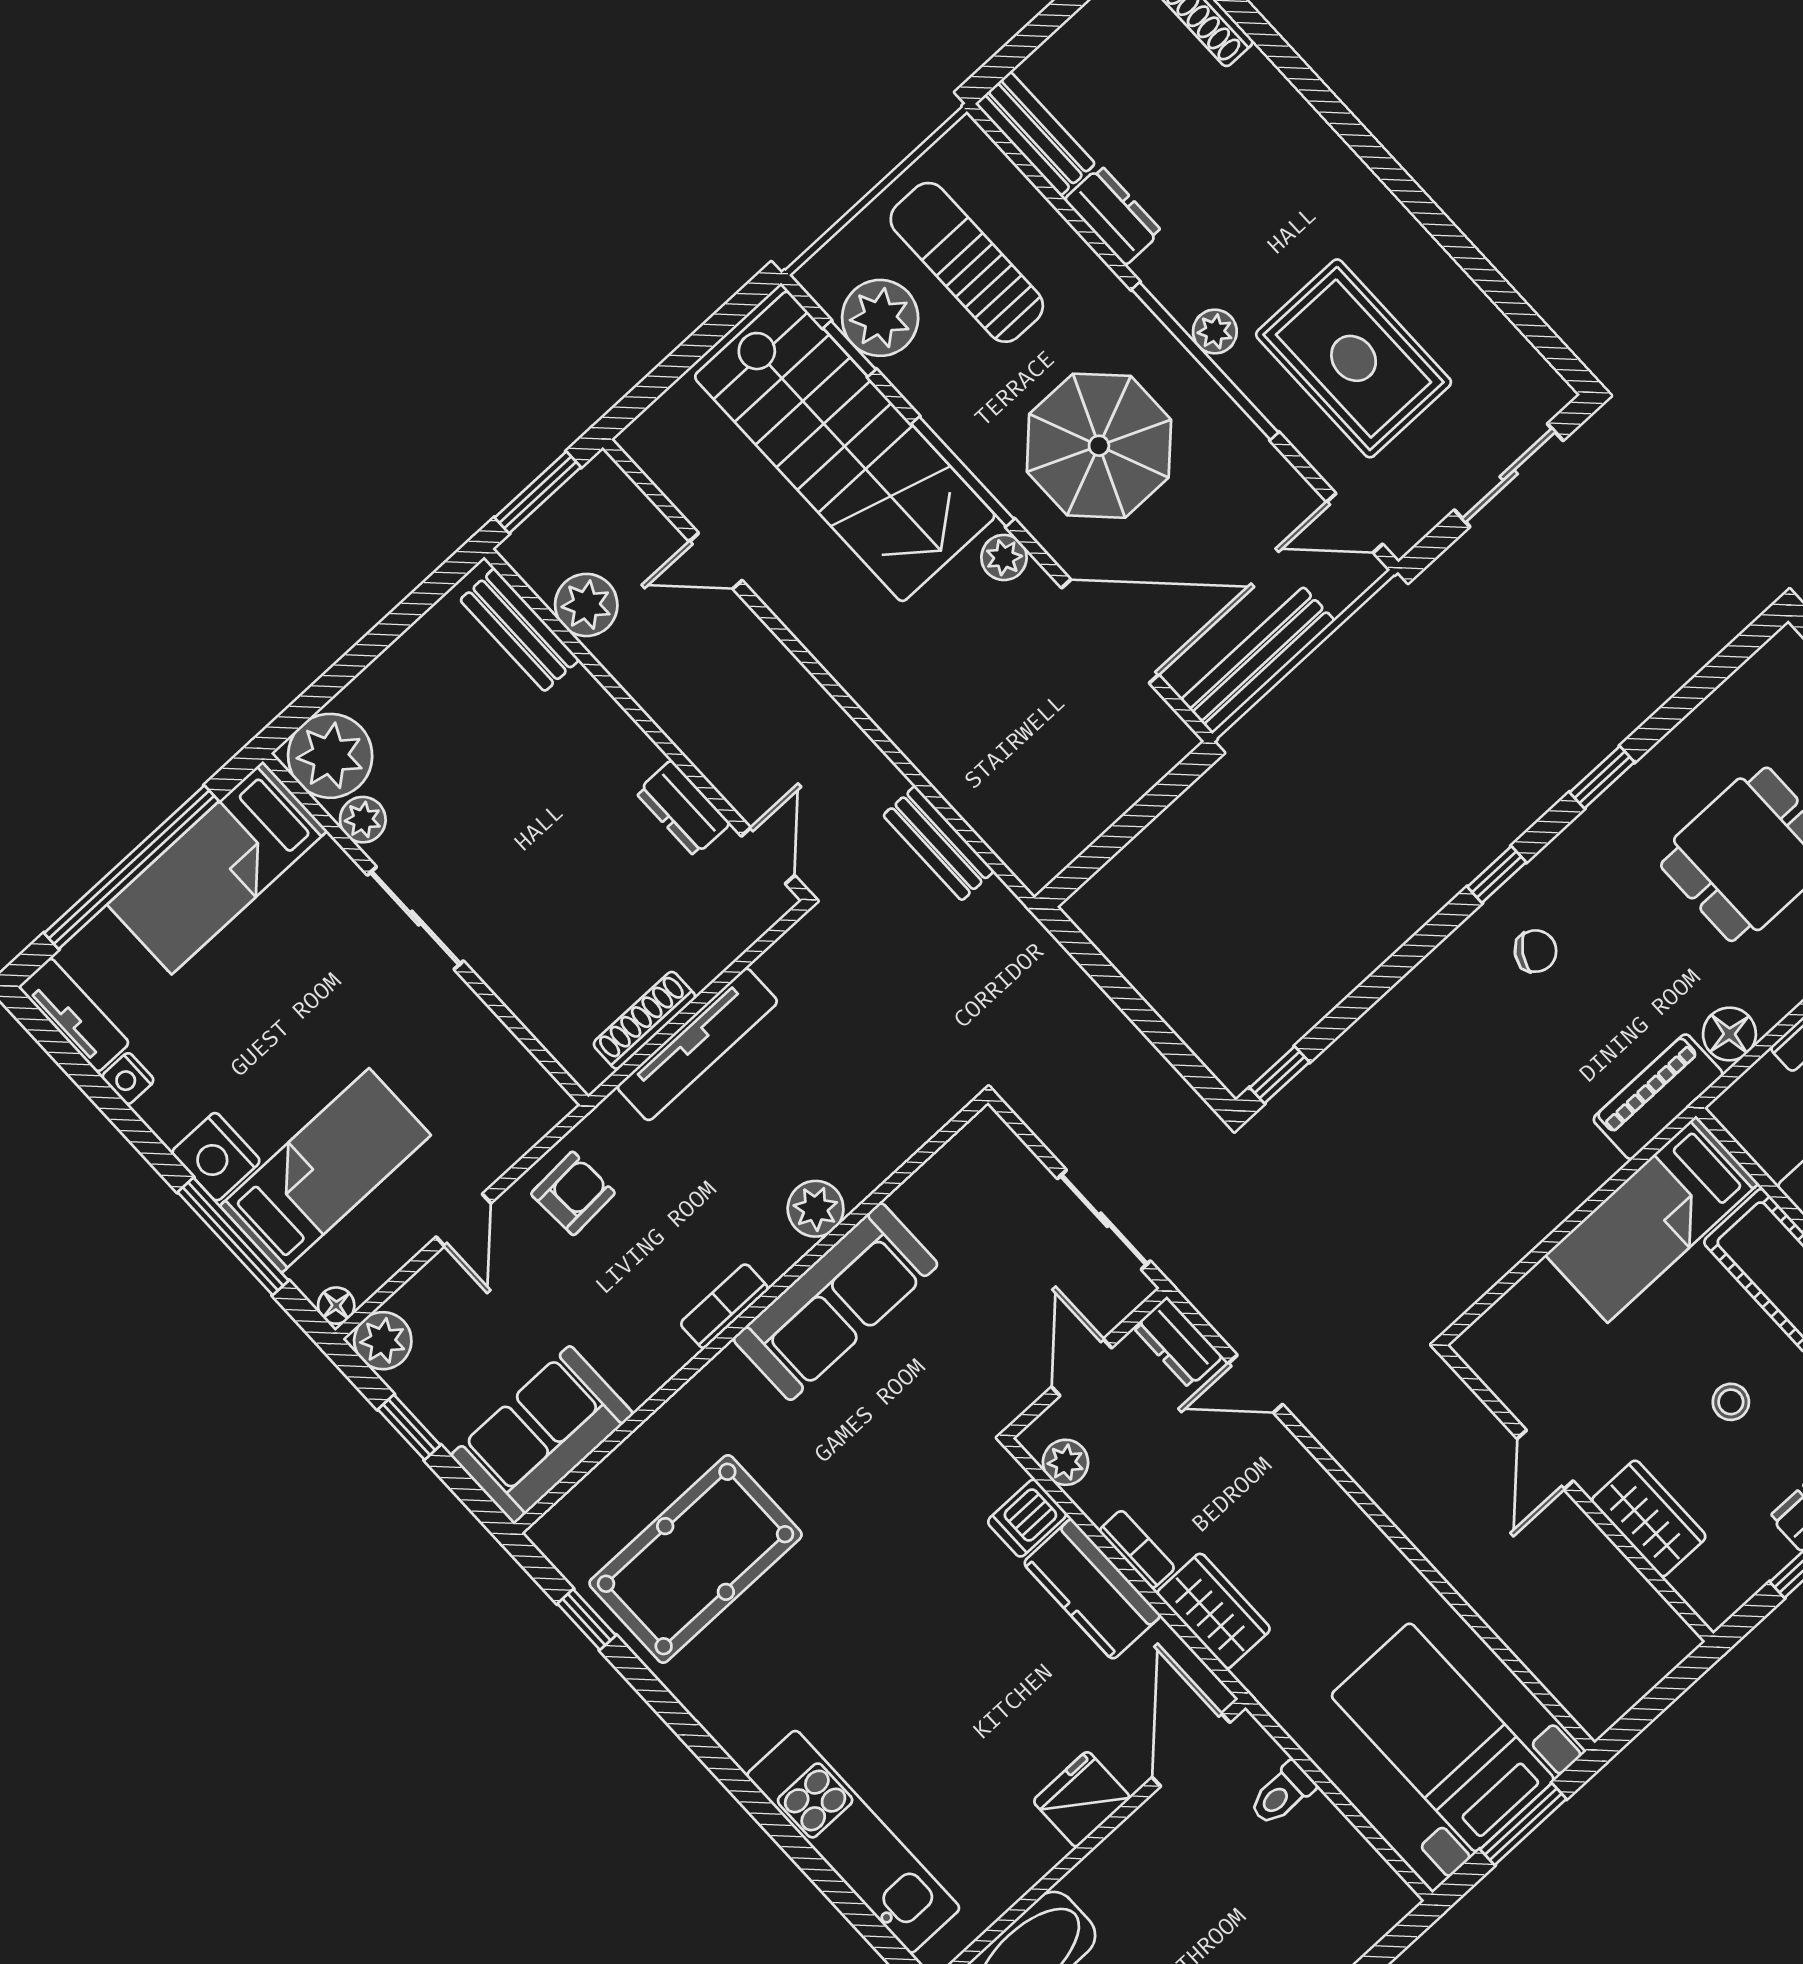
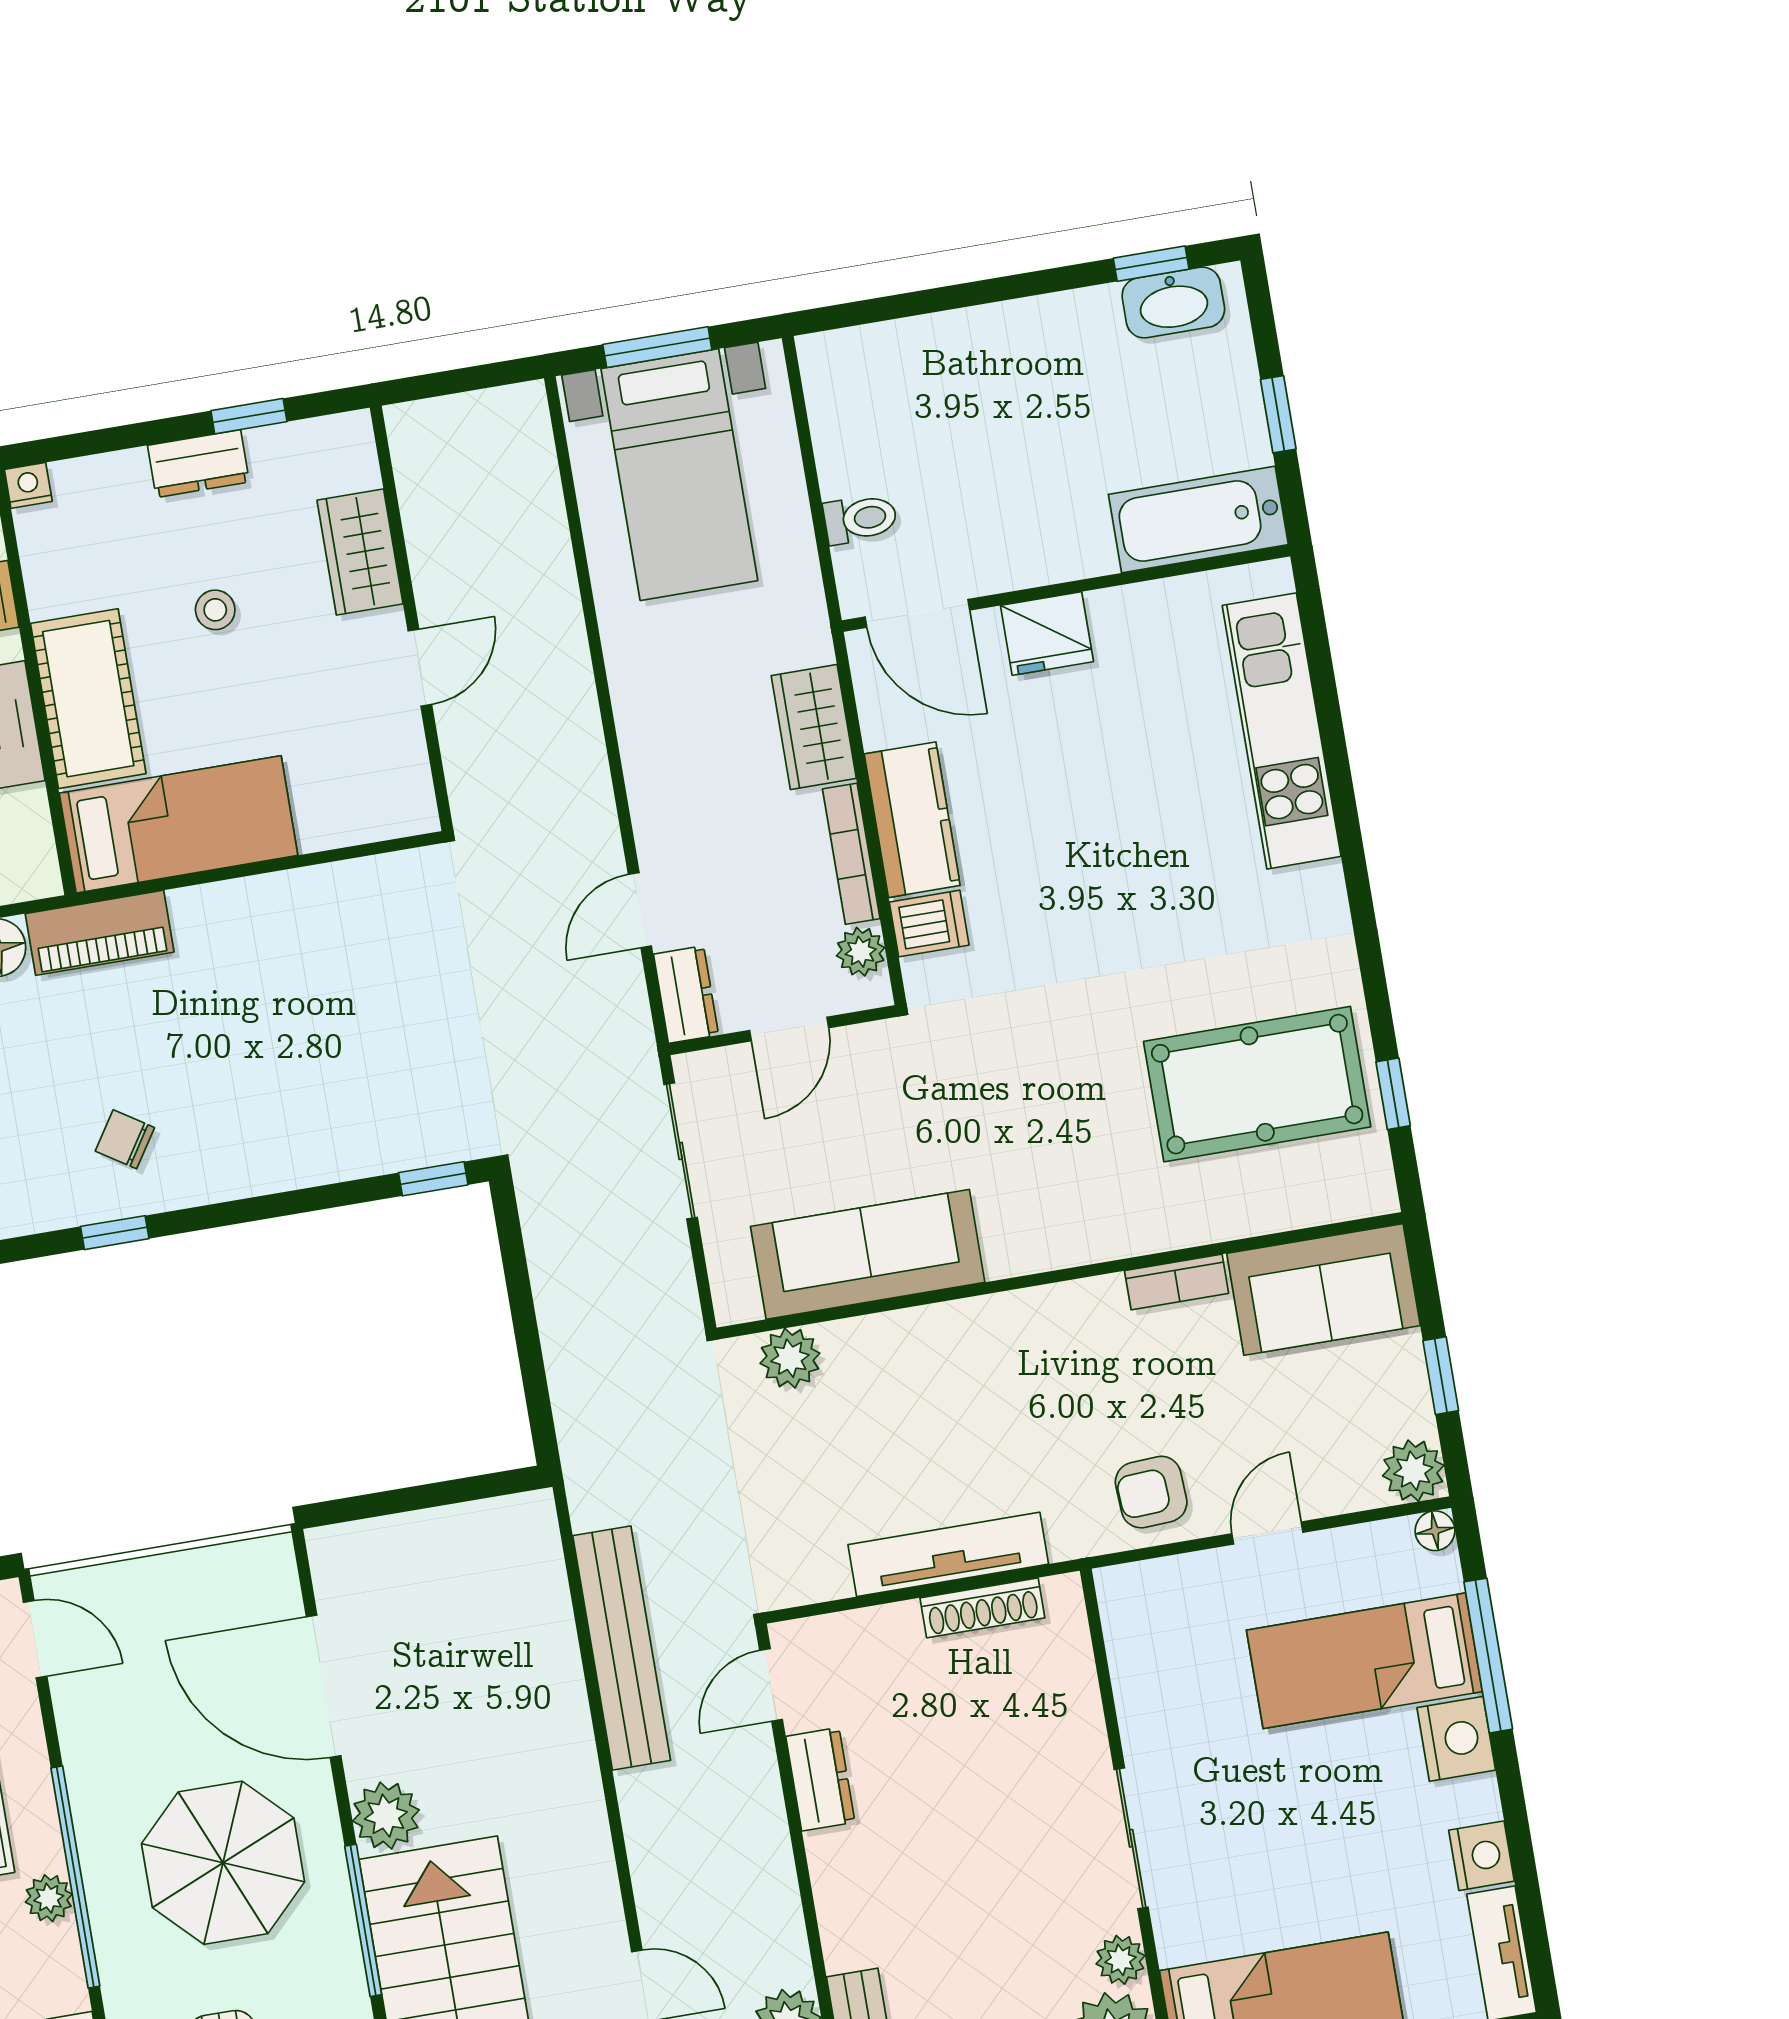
plant: (1004, 557) -> (386, 1816), width x1.38, depth x1.38
bench: (1258, 660) -> (206, 1571), removed
bench: (939, 843) -> (622, 1648), width x1.86, depth x1.21
nightstand: (128, 1079) -> (1481, 1856), width x1.39, depth x1.35
plant: (816, 1209) -> (790, 1358), moved
sofa: (836, 1302) -> (868, 1254), moved
bookcase: (724, 1306) -> (1177, 1282), moved
door: (1255, 1384) -> (640, 910), swing flipped
bookcase: (1137, 1549) -> (851, 854), width x1.56
door: (1191, 1750) -> (917, 613), hinge flipped

